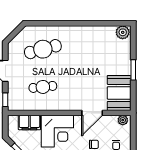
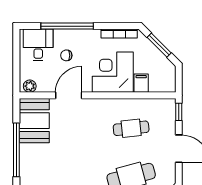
window: (133, 70) -> (16, 150), width x2.11
filing cabinet: (29, 122) -> (141, 83), width x0.50

